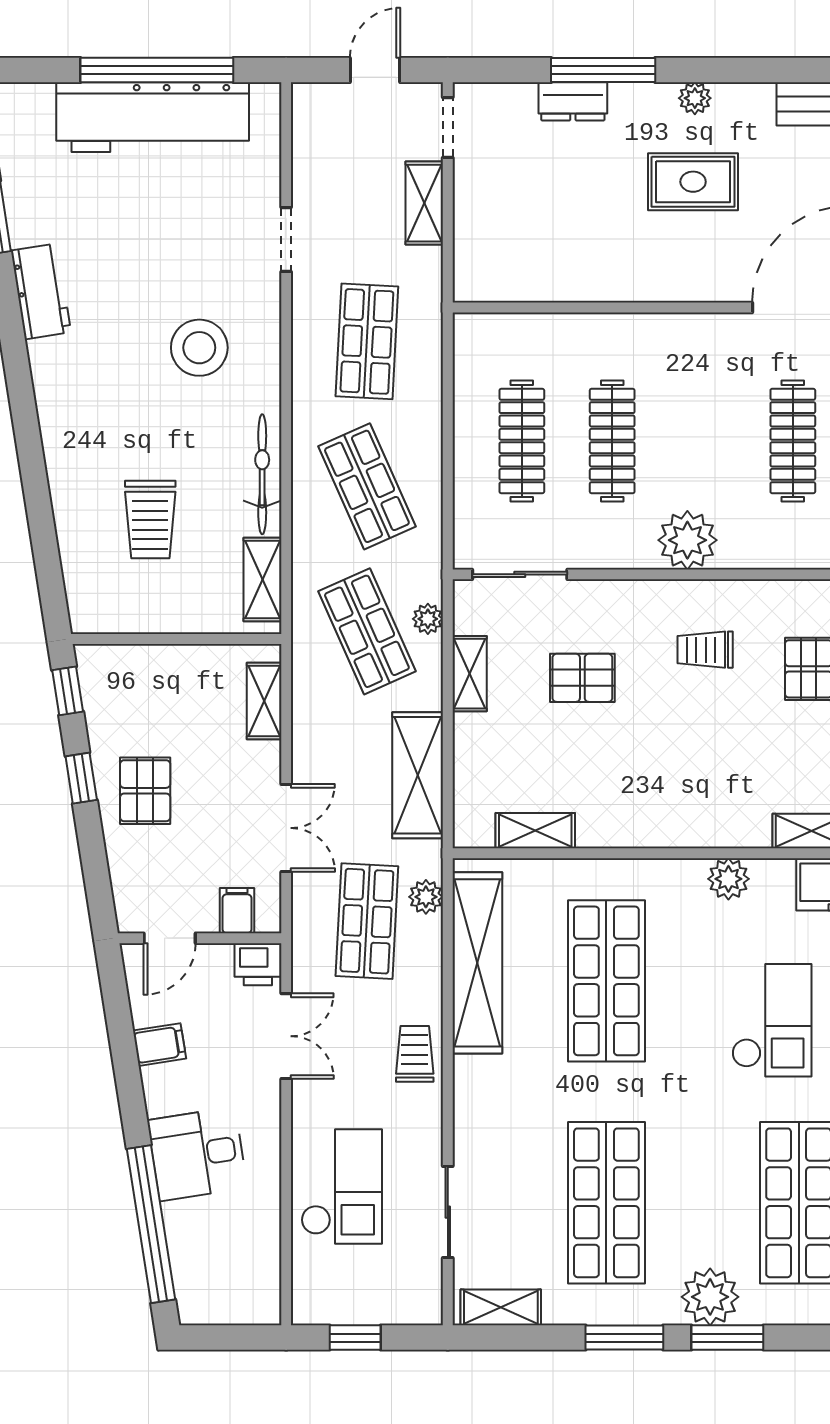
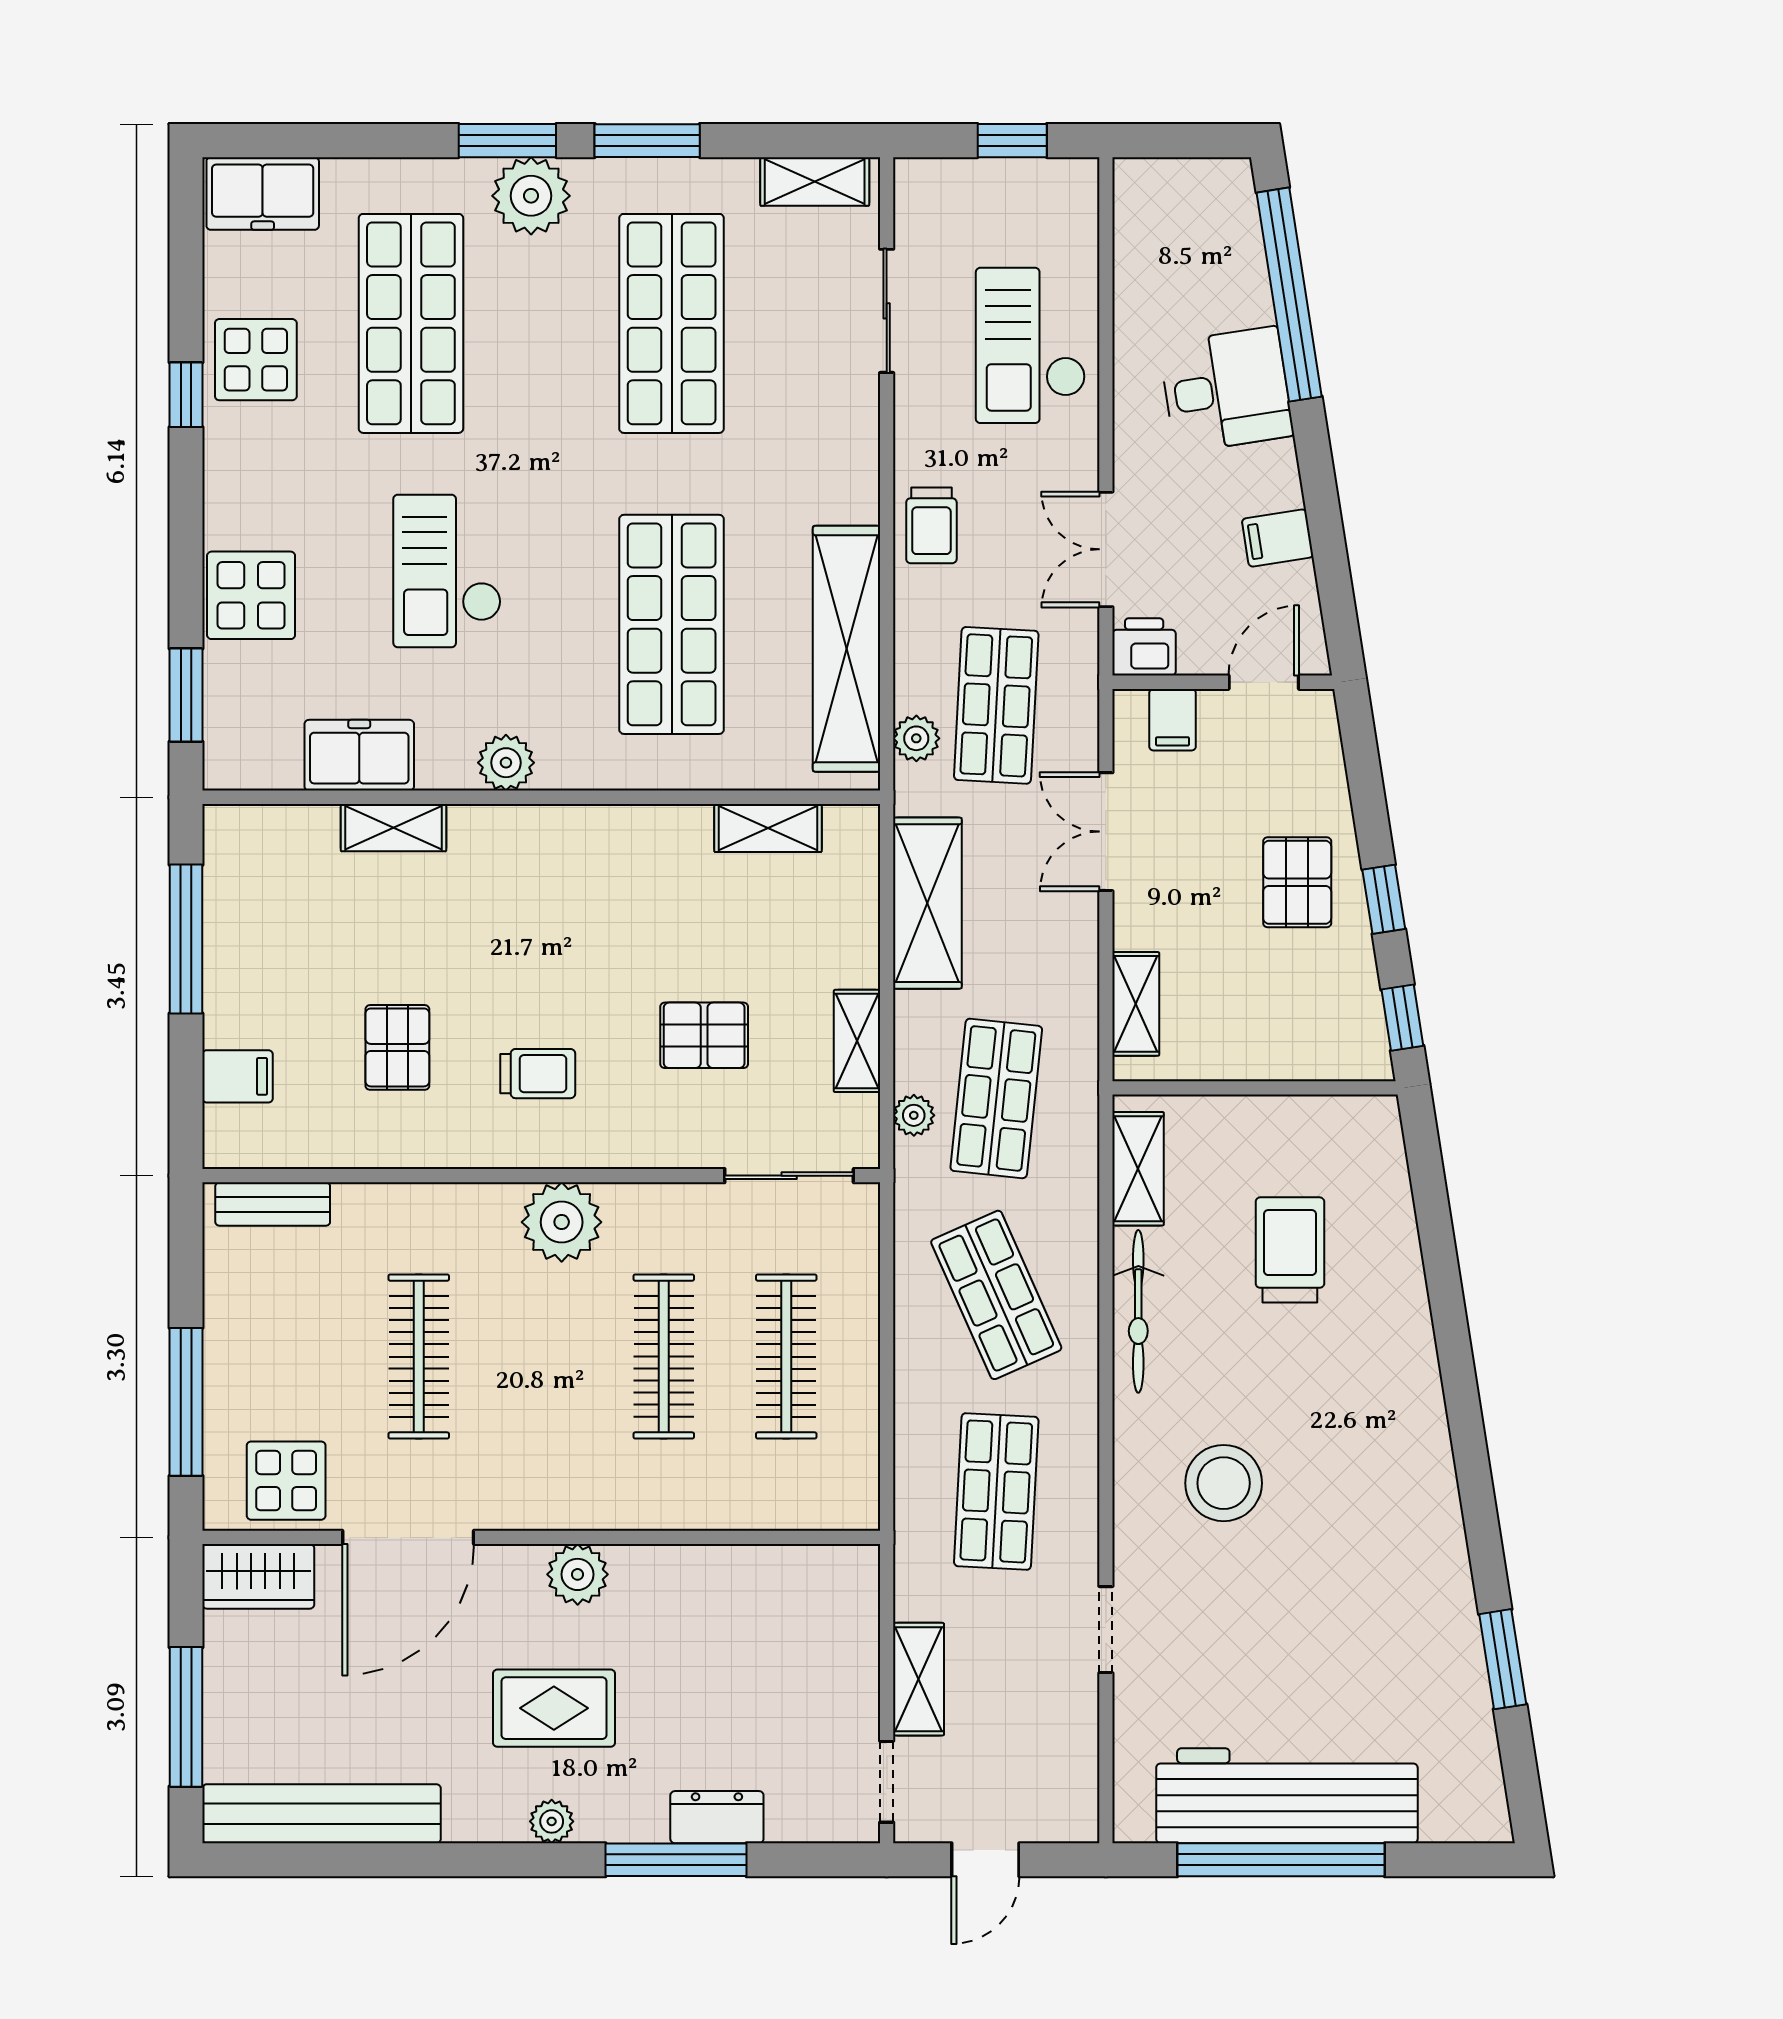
plant: (676, 280) -> (578, 1574), added
workbench: (41, 291) -> (1438, 1559), removed
shop shelf: (367, 631) -> (996, 1098), turned 30

